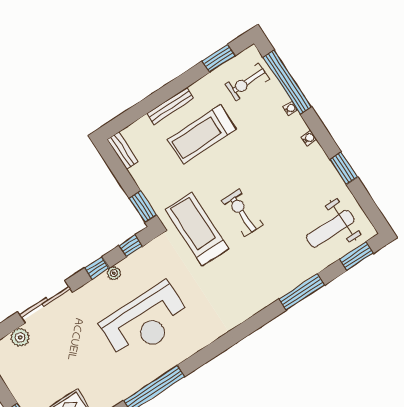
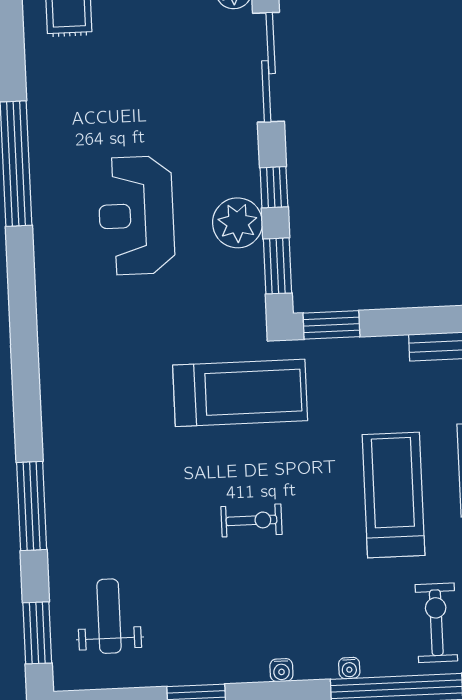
exercise bike: (242, 213) -> (251, 520), moved, width x0.73, depth x0.72
weight bench: (330, 229) -> (109, 616), width x0.73, depth x0.75
window: (131, 246) -> (277, 266), width x1.50
plant: (114, 273) -> (238, 223), width x1.87, depth x1.87
reception desk: (145, 322) -> (136, 215), width x0.74, depth x0.77

